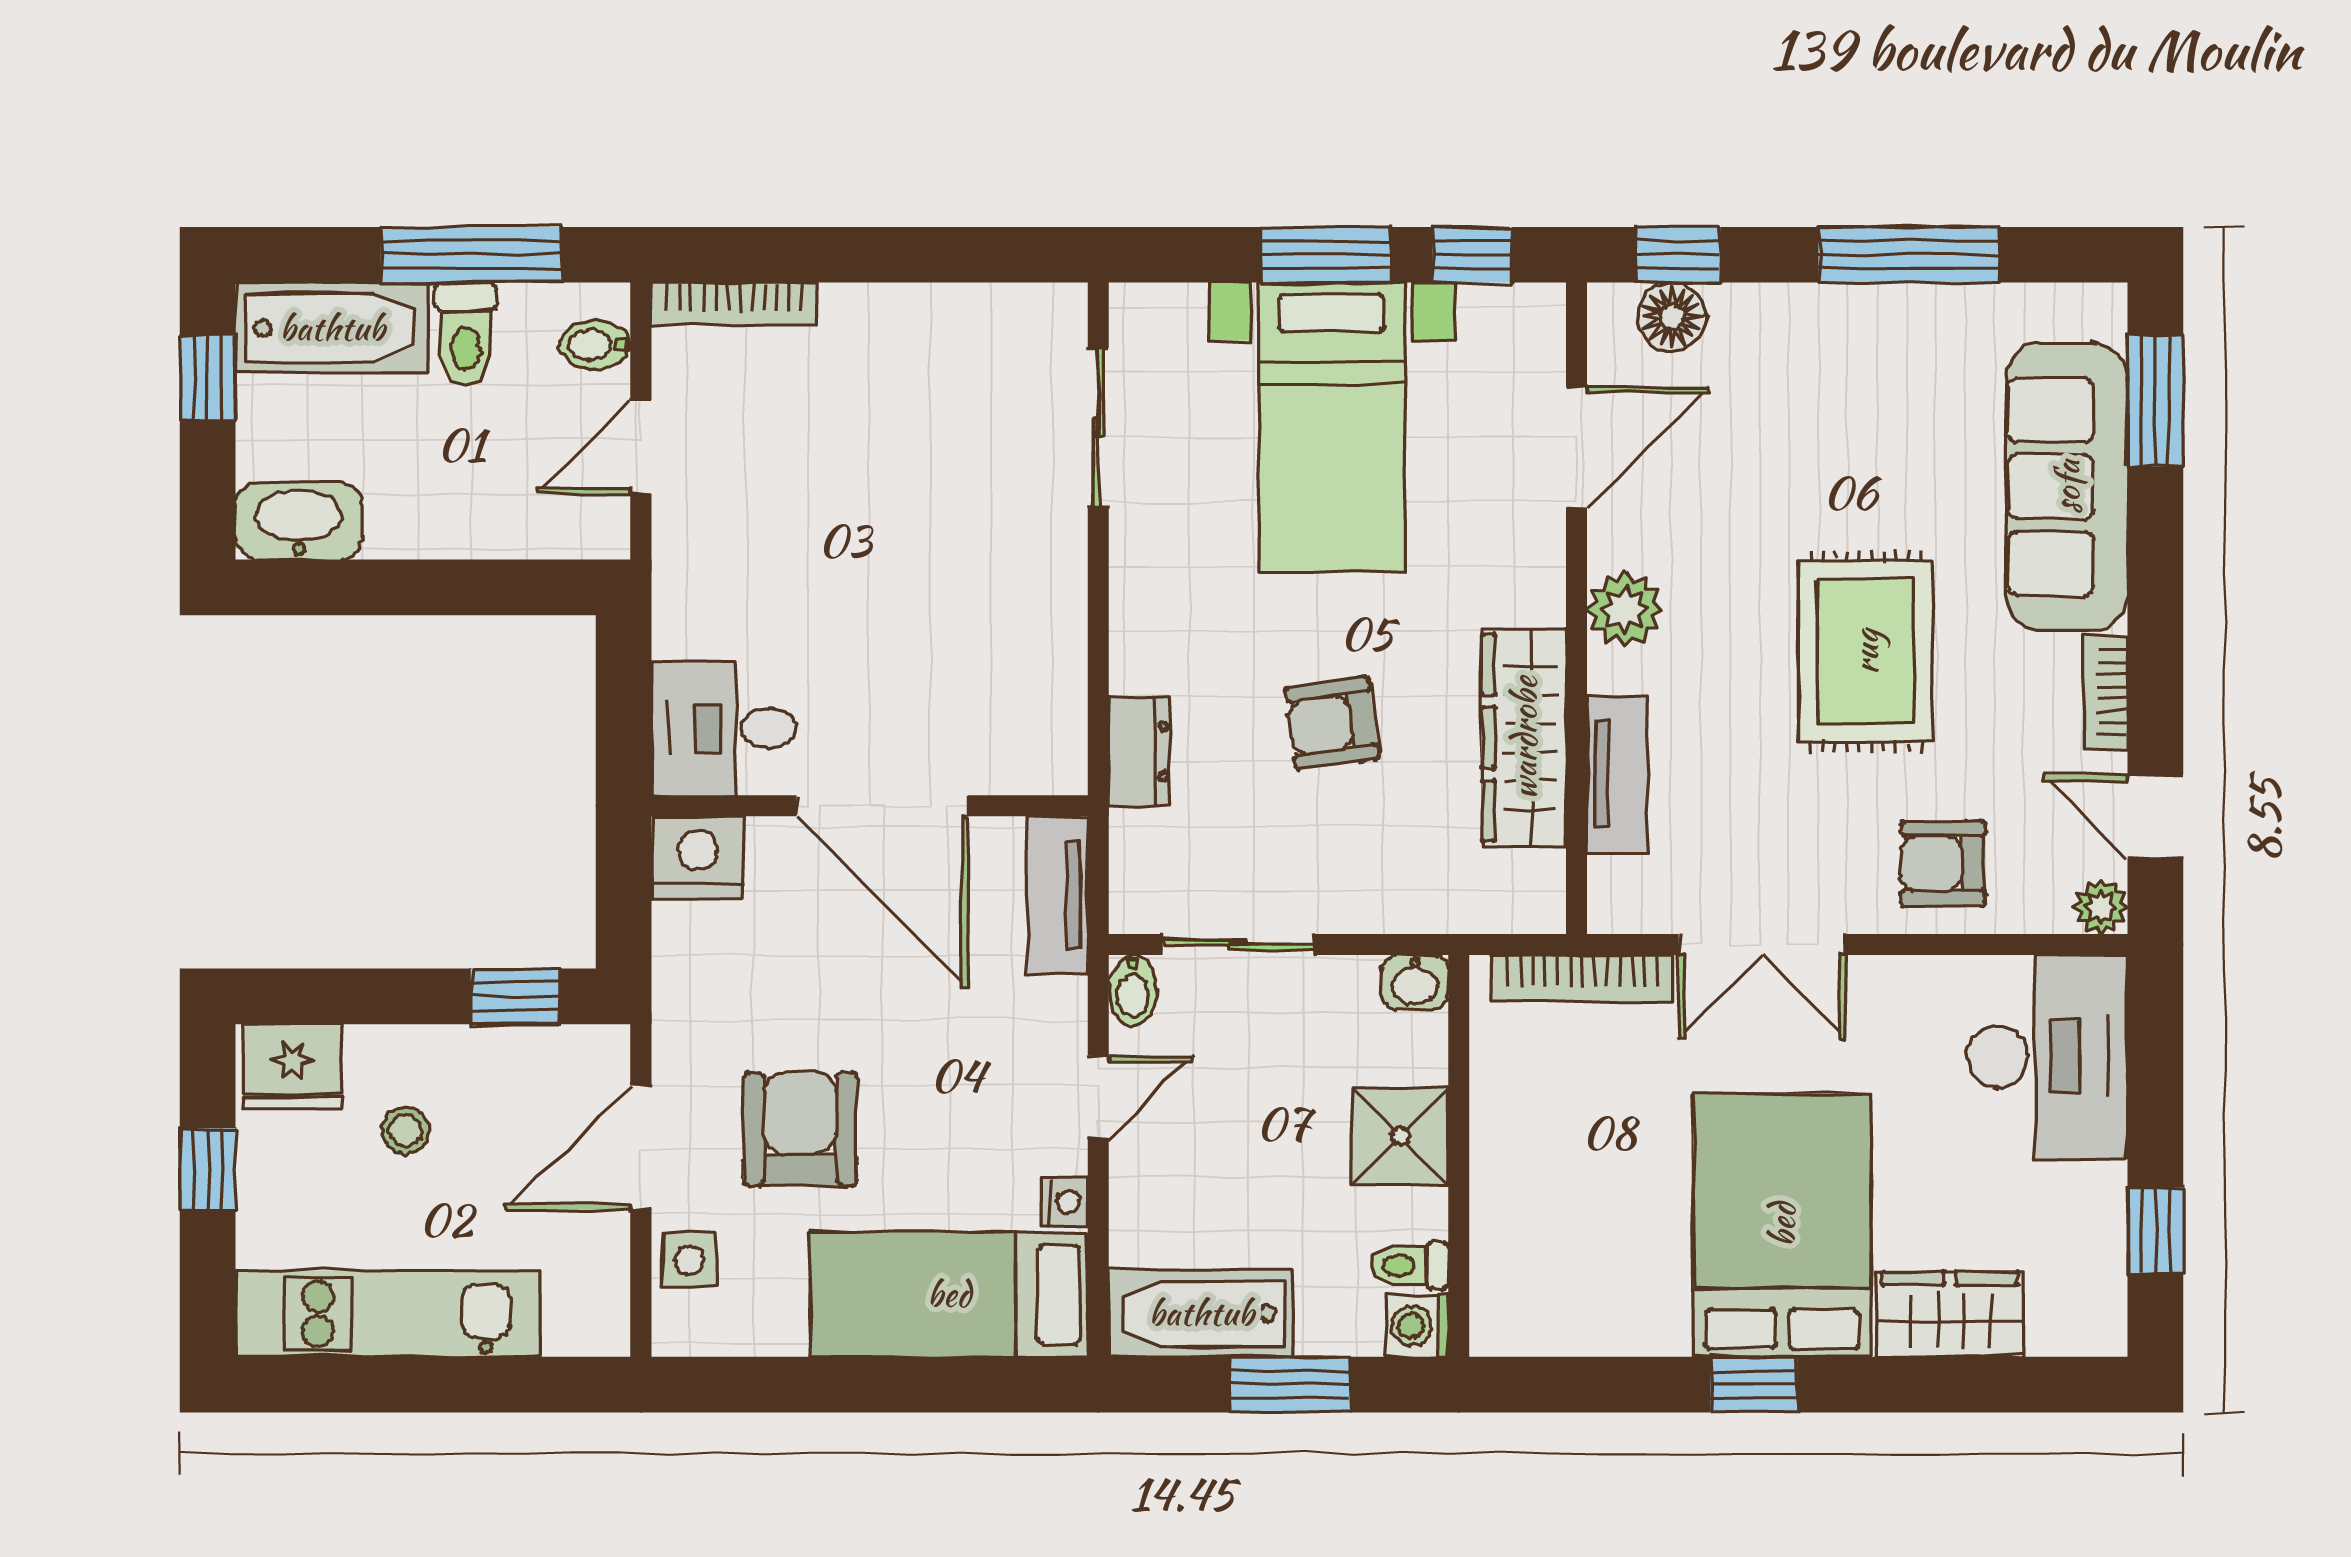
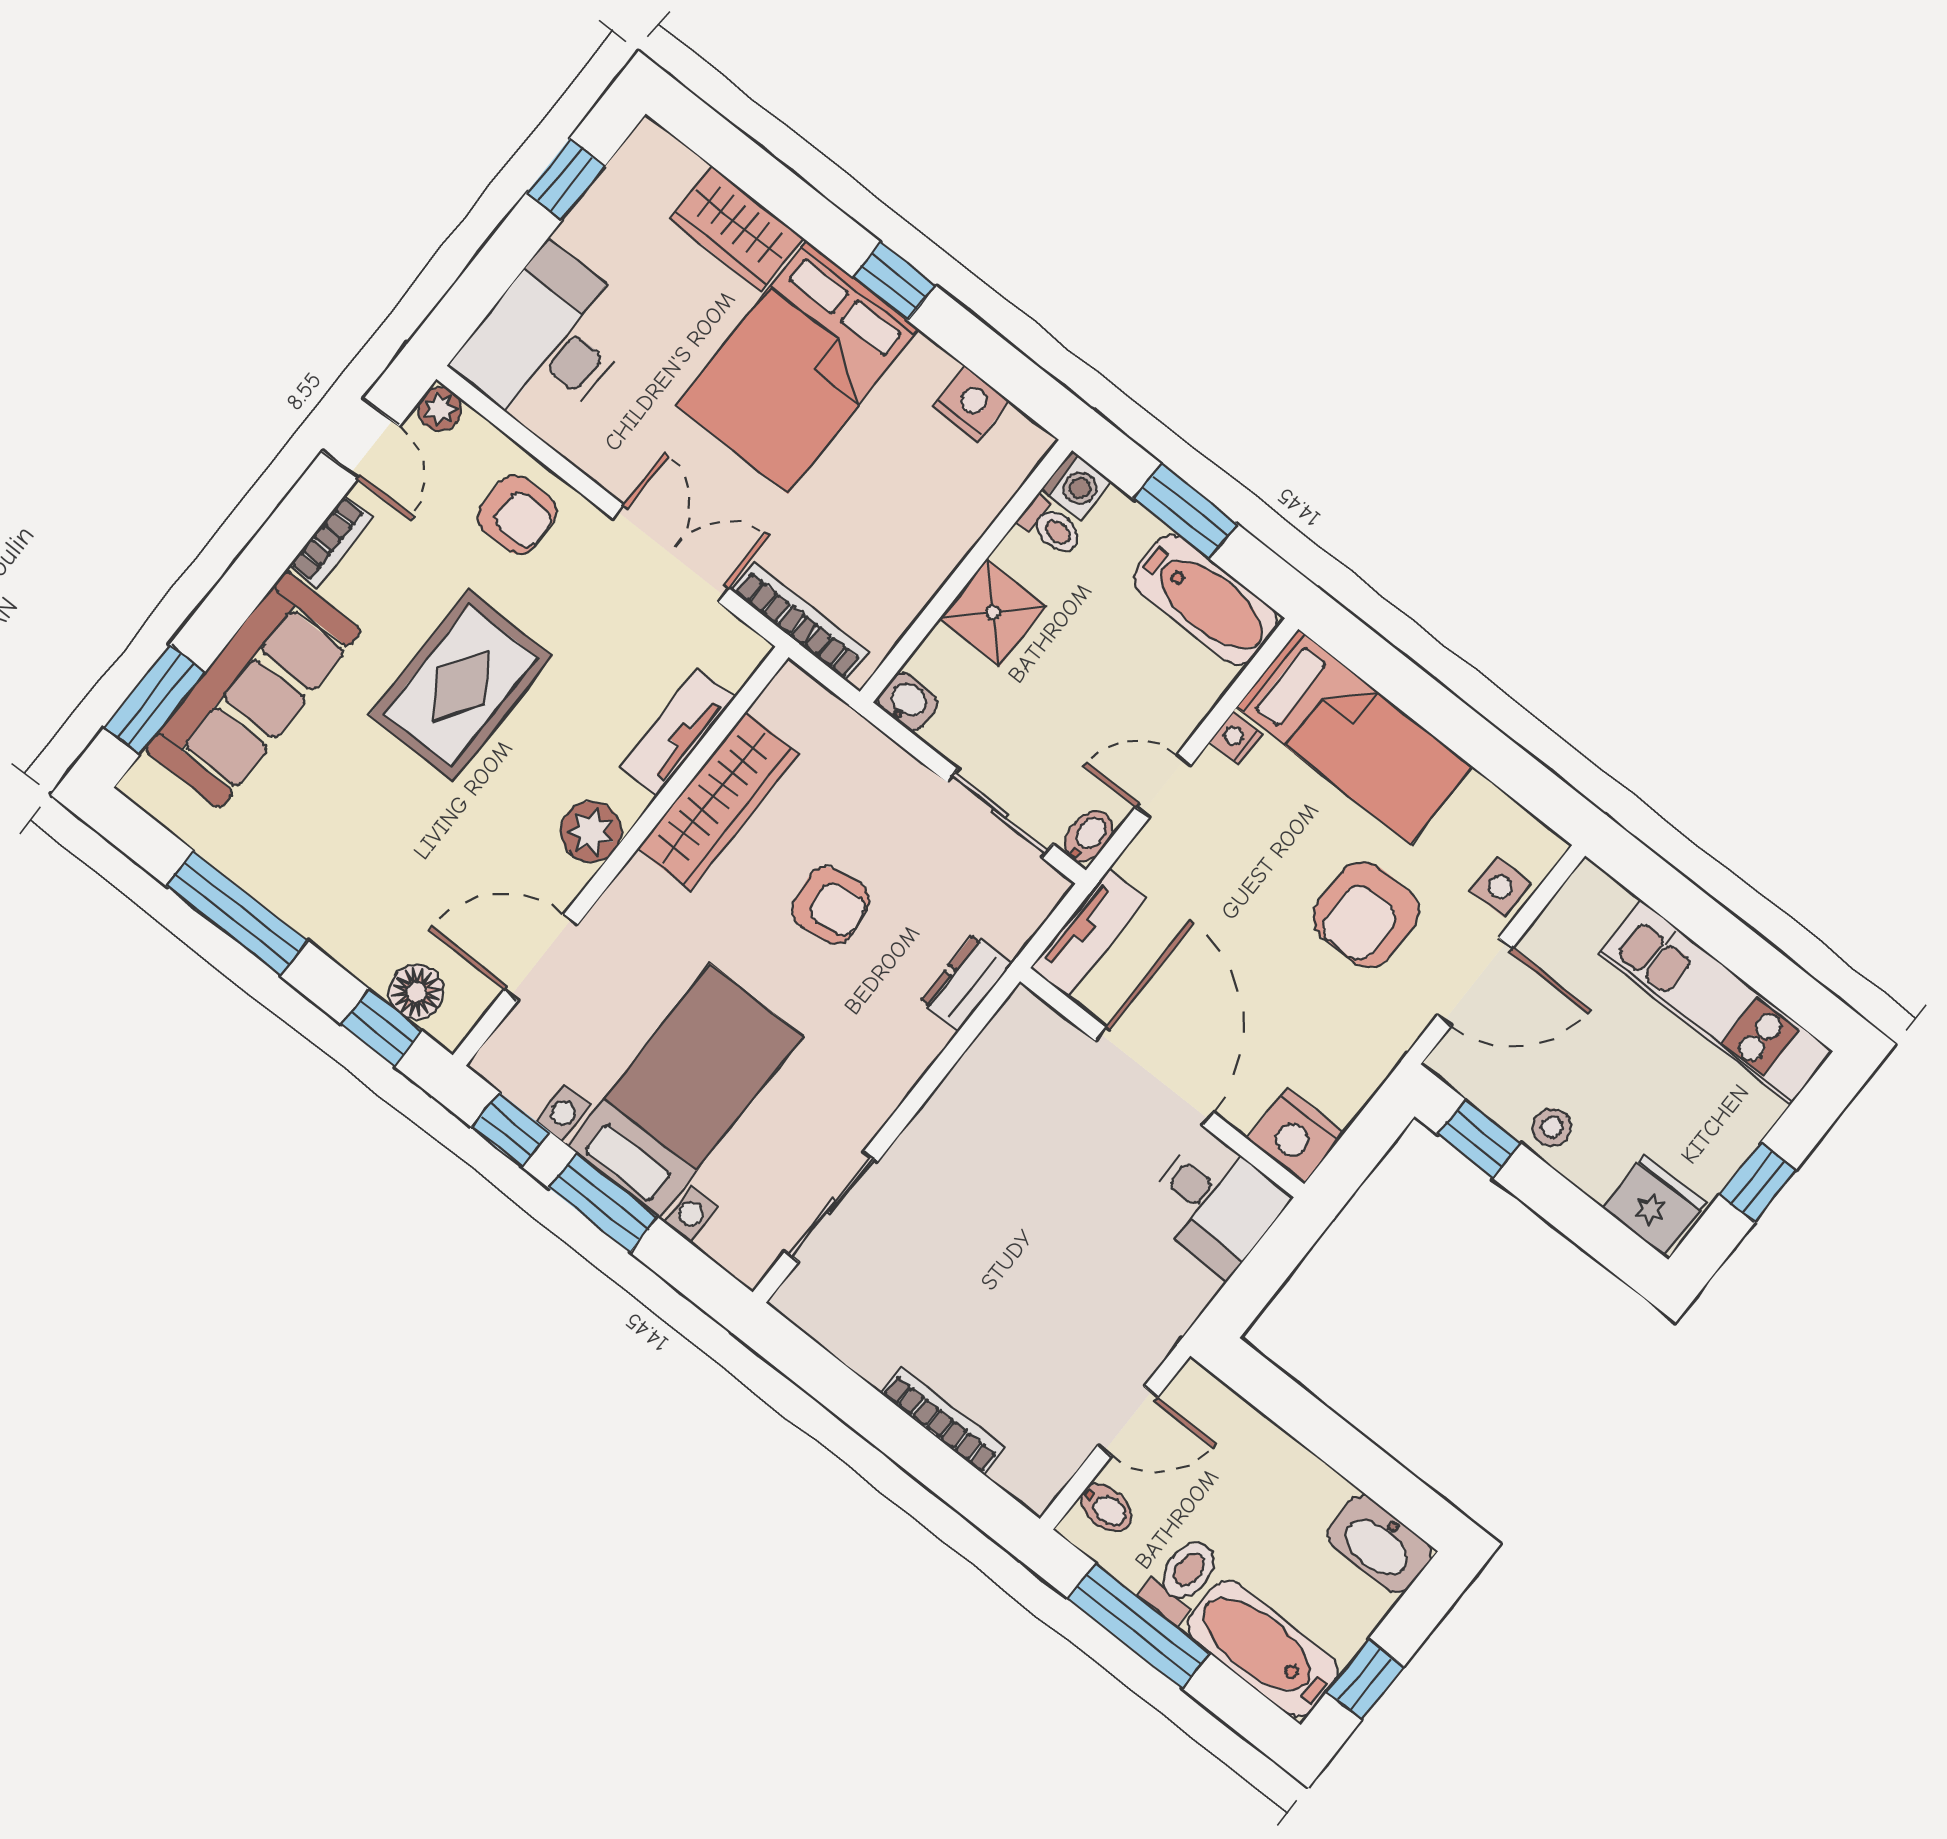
bookcase: (734, 304) -> (942, 1421), moved
stool: (406, 1130) -> (1552, 1127), moved
nightstand: (1583, 1324) -> (971, 404), added

